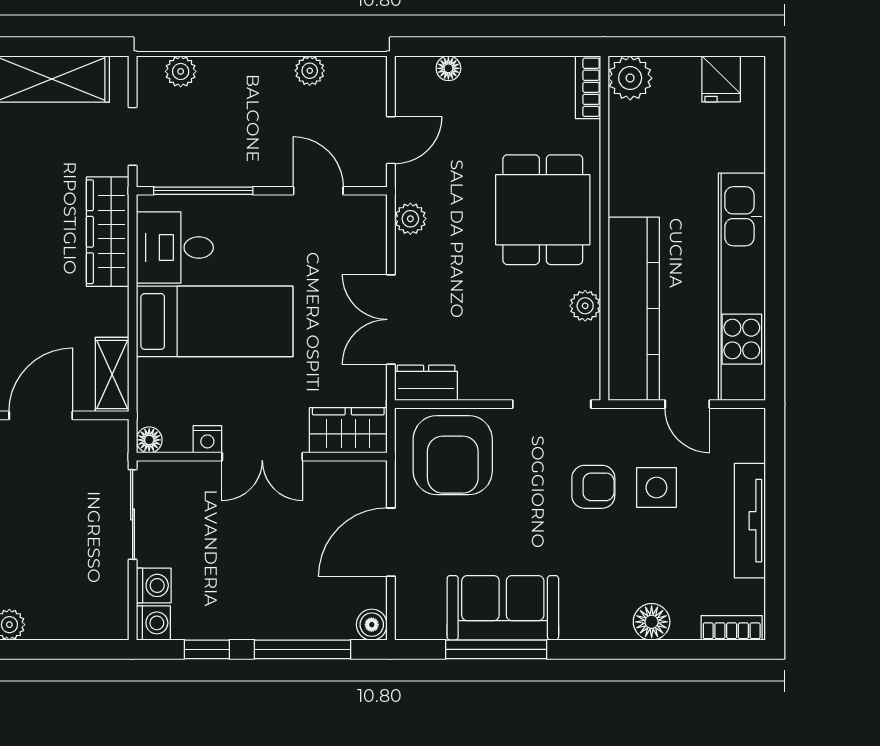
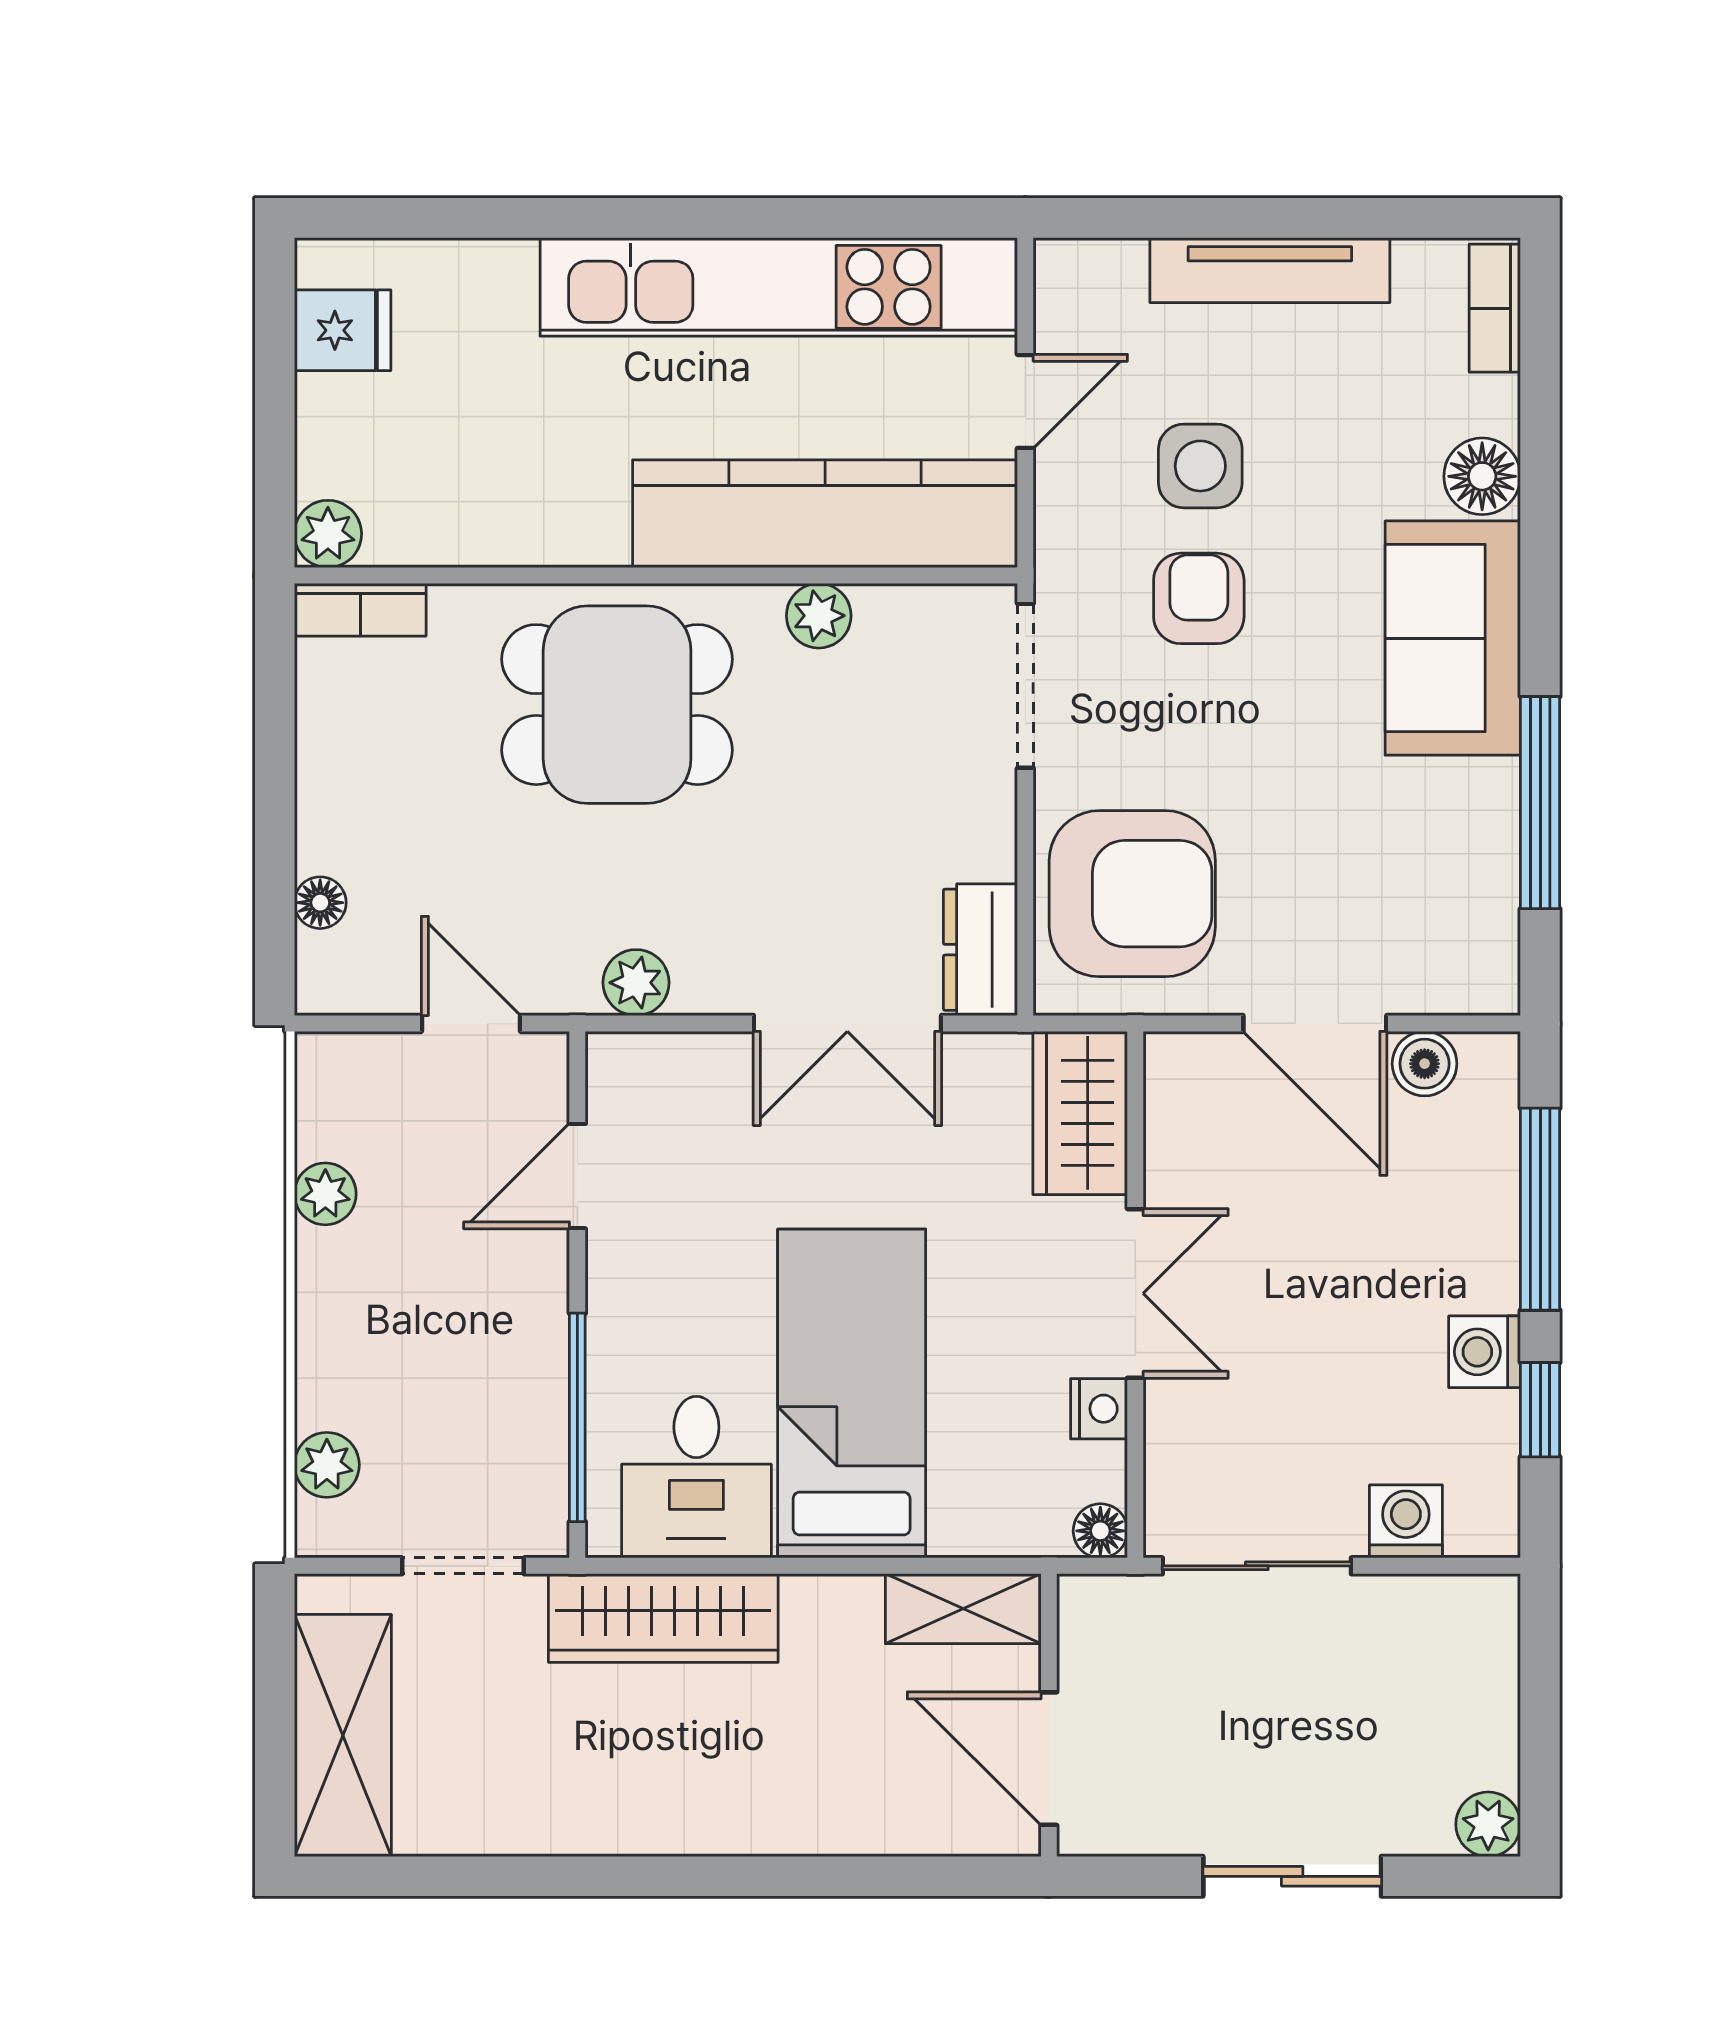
plant: (630, 78) -> (328, 534), width x0.73, depth x0.73
sofa: (503, 608) -> (1453, 638), moved
washing machine: (153, 623) -> (1485, 1352), moved, turned -90
boiler: (372, 625) -> (1425, 1064), moved

